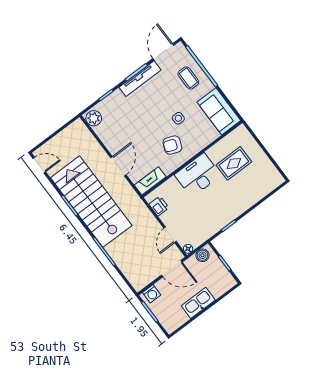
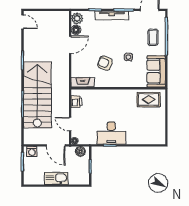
tv unit: (140, 79) -> (112, 16), moved
floor lamp: (102, 131) -> (76, 30), added
armchair: (172, 145) -> (105, 63), moved
rug: (234, 163) -> (149, 100), moved
door: (118, 166) -> (70, 45), moved
desk: (198, 175) -> (111, 133), moved, turned 180
stairs: (91, 202) -> (37, 95), moved
door: (170, 235) -> (70, 124), hinge flipped

